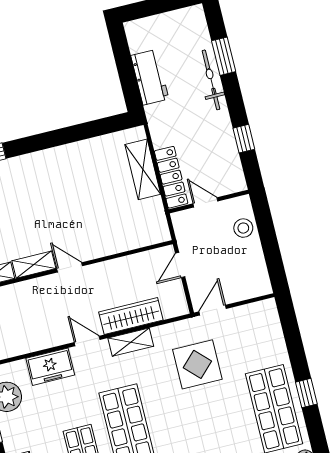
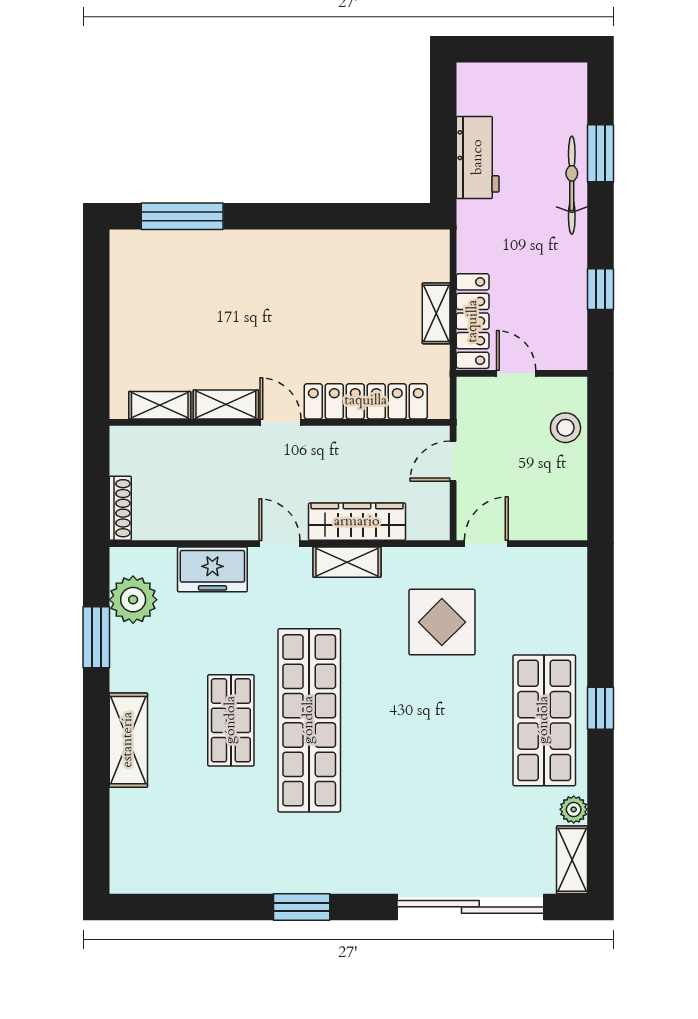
shelving: (143, 169) -> (436, 313), width x0.67, depth x0.75
locker: (118, 242) -> (366, 401), added

